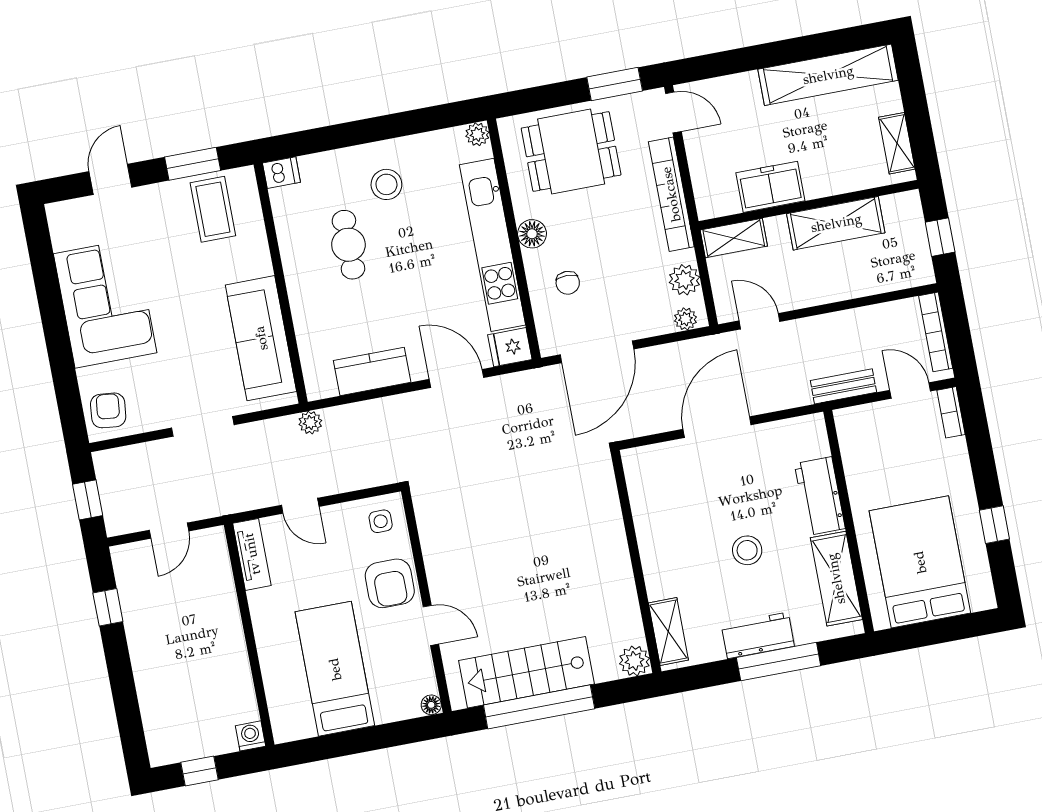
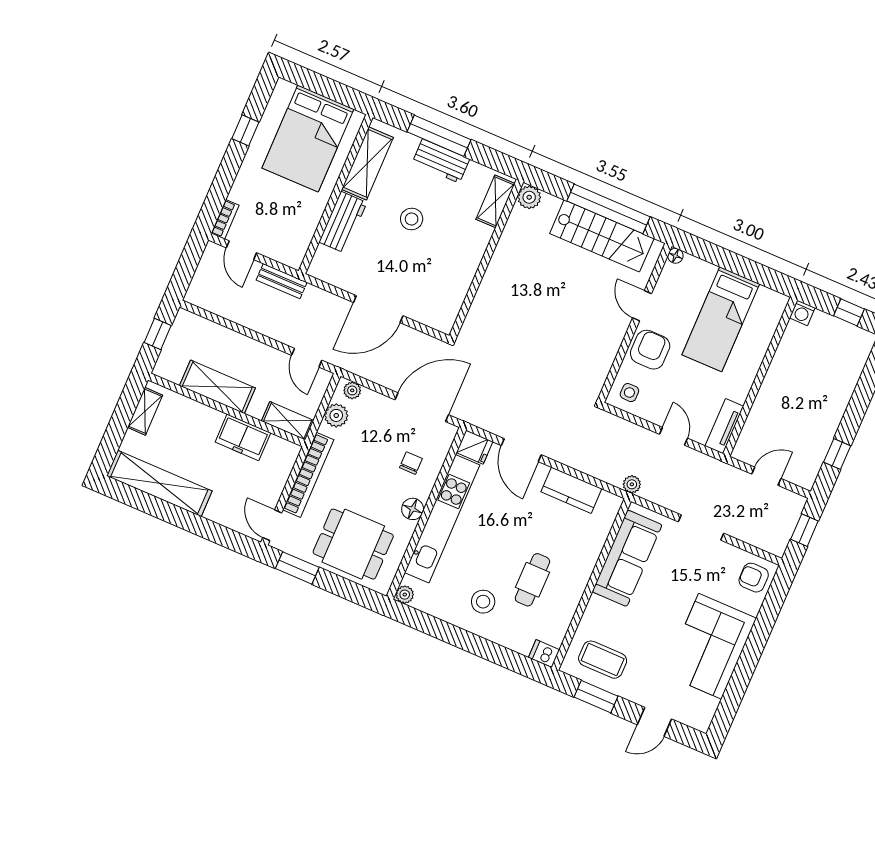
coffee table: (213, 209) -> (603, 660), turned 90
bookcase: (936, 332) -> (201, 276), removed
armchair: (108, 410) -> (754, 578), turned 84

